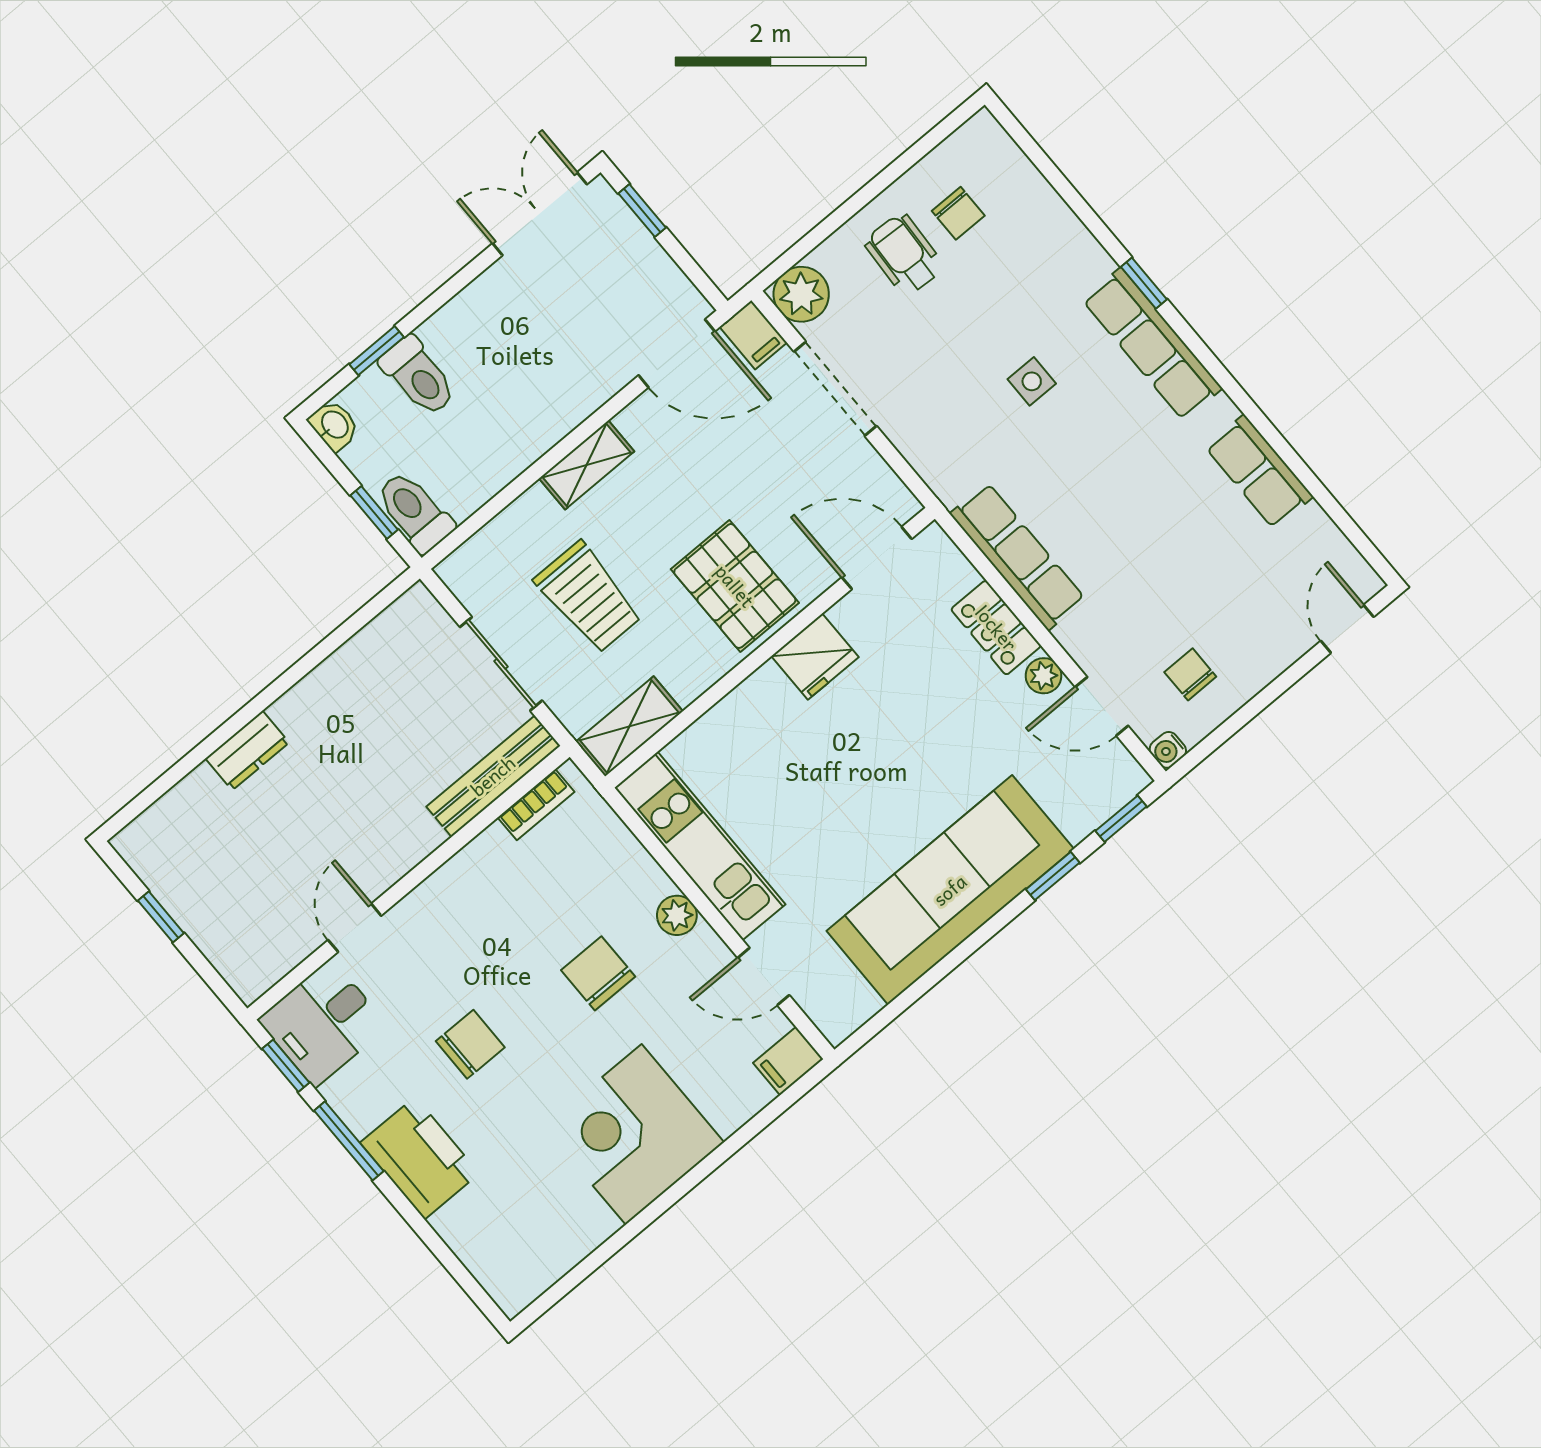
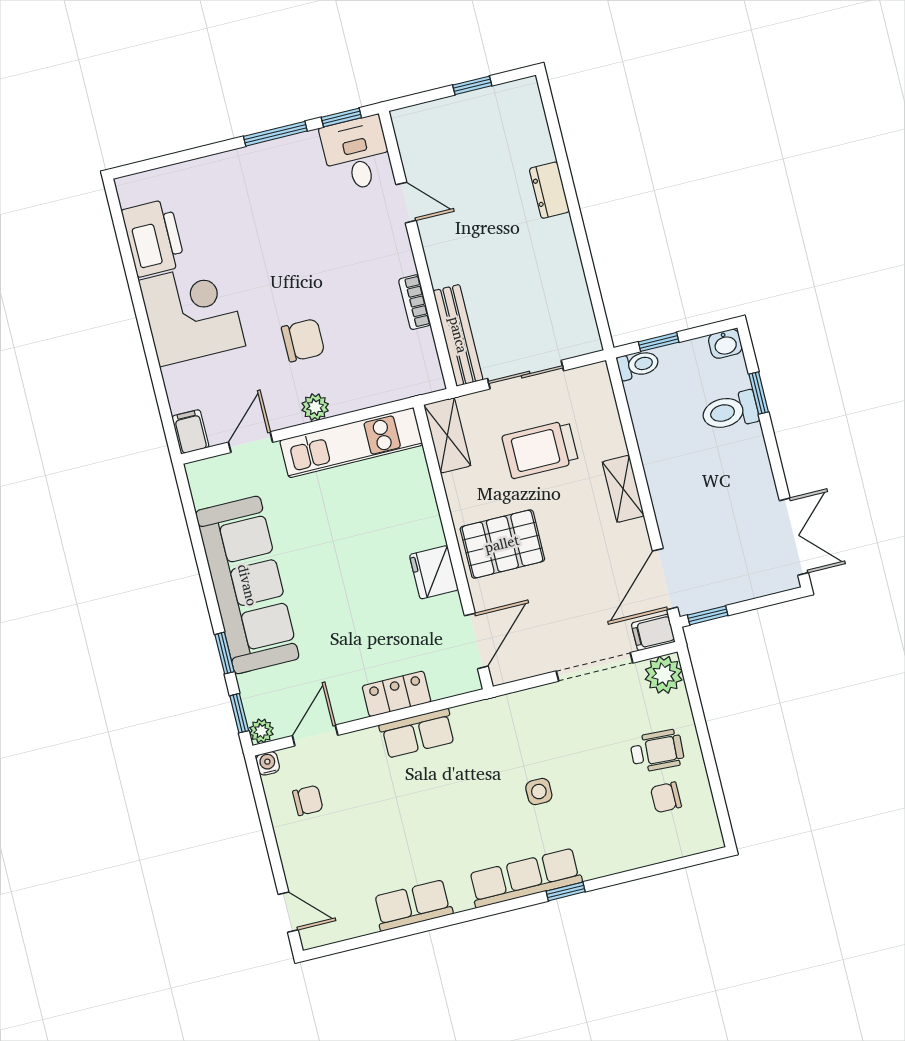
window: (642, 210) -> (708, 615), moved
toilet: (415, 512) -> (638, 365), width x0.73, depth x0.72
row of seats: (1018, 556) -> (417, 733), width x0.68
plant: (1044, 676) -> (261, 731), moved
bookcase: (536, 805) -> (415, 302), moved
chair: (470, 1044) -> (298, 239), removed
printer: (420, 1158) -> (153, 238), moved, turned -90

